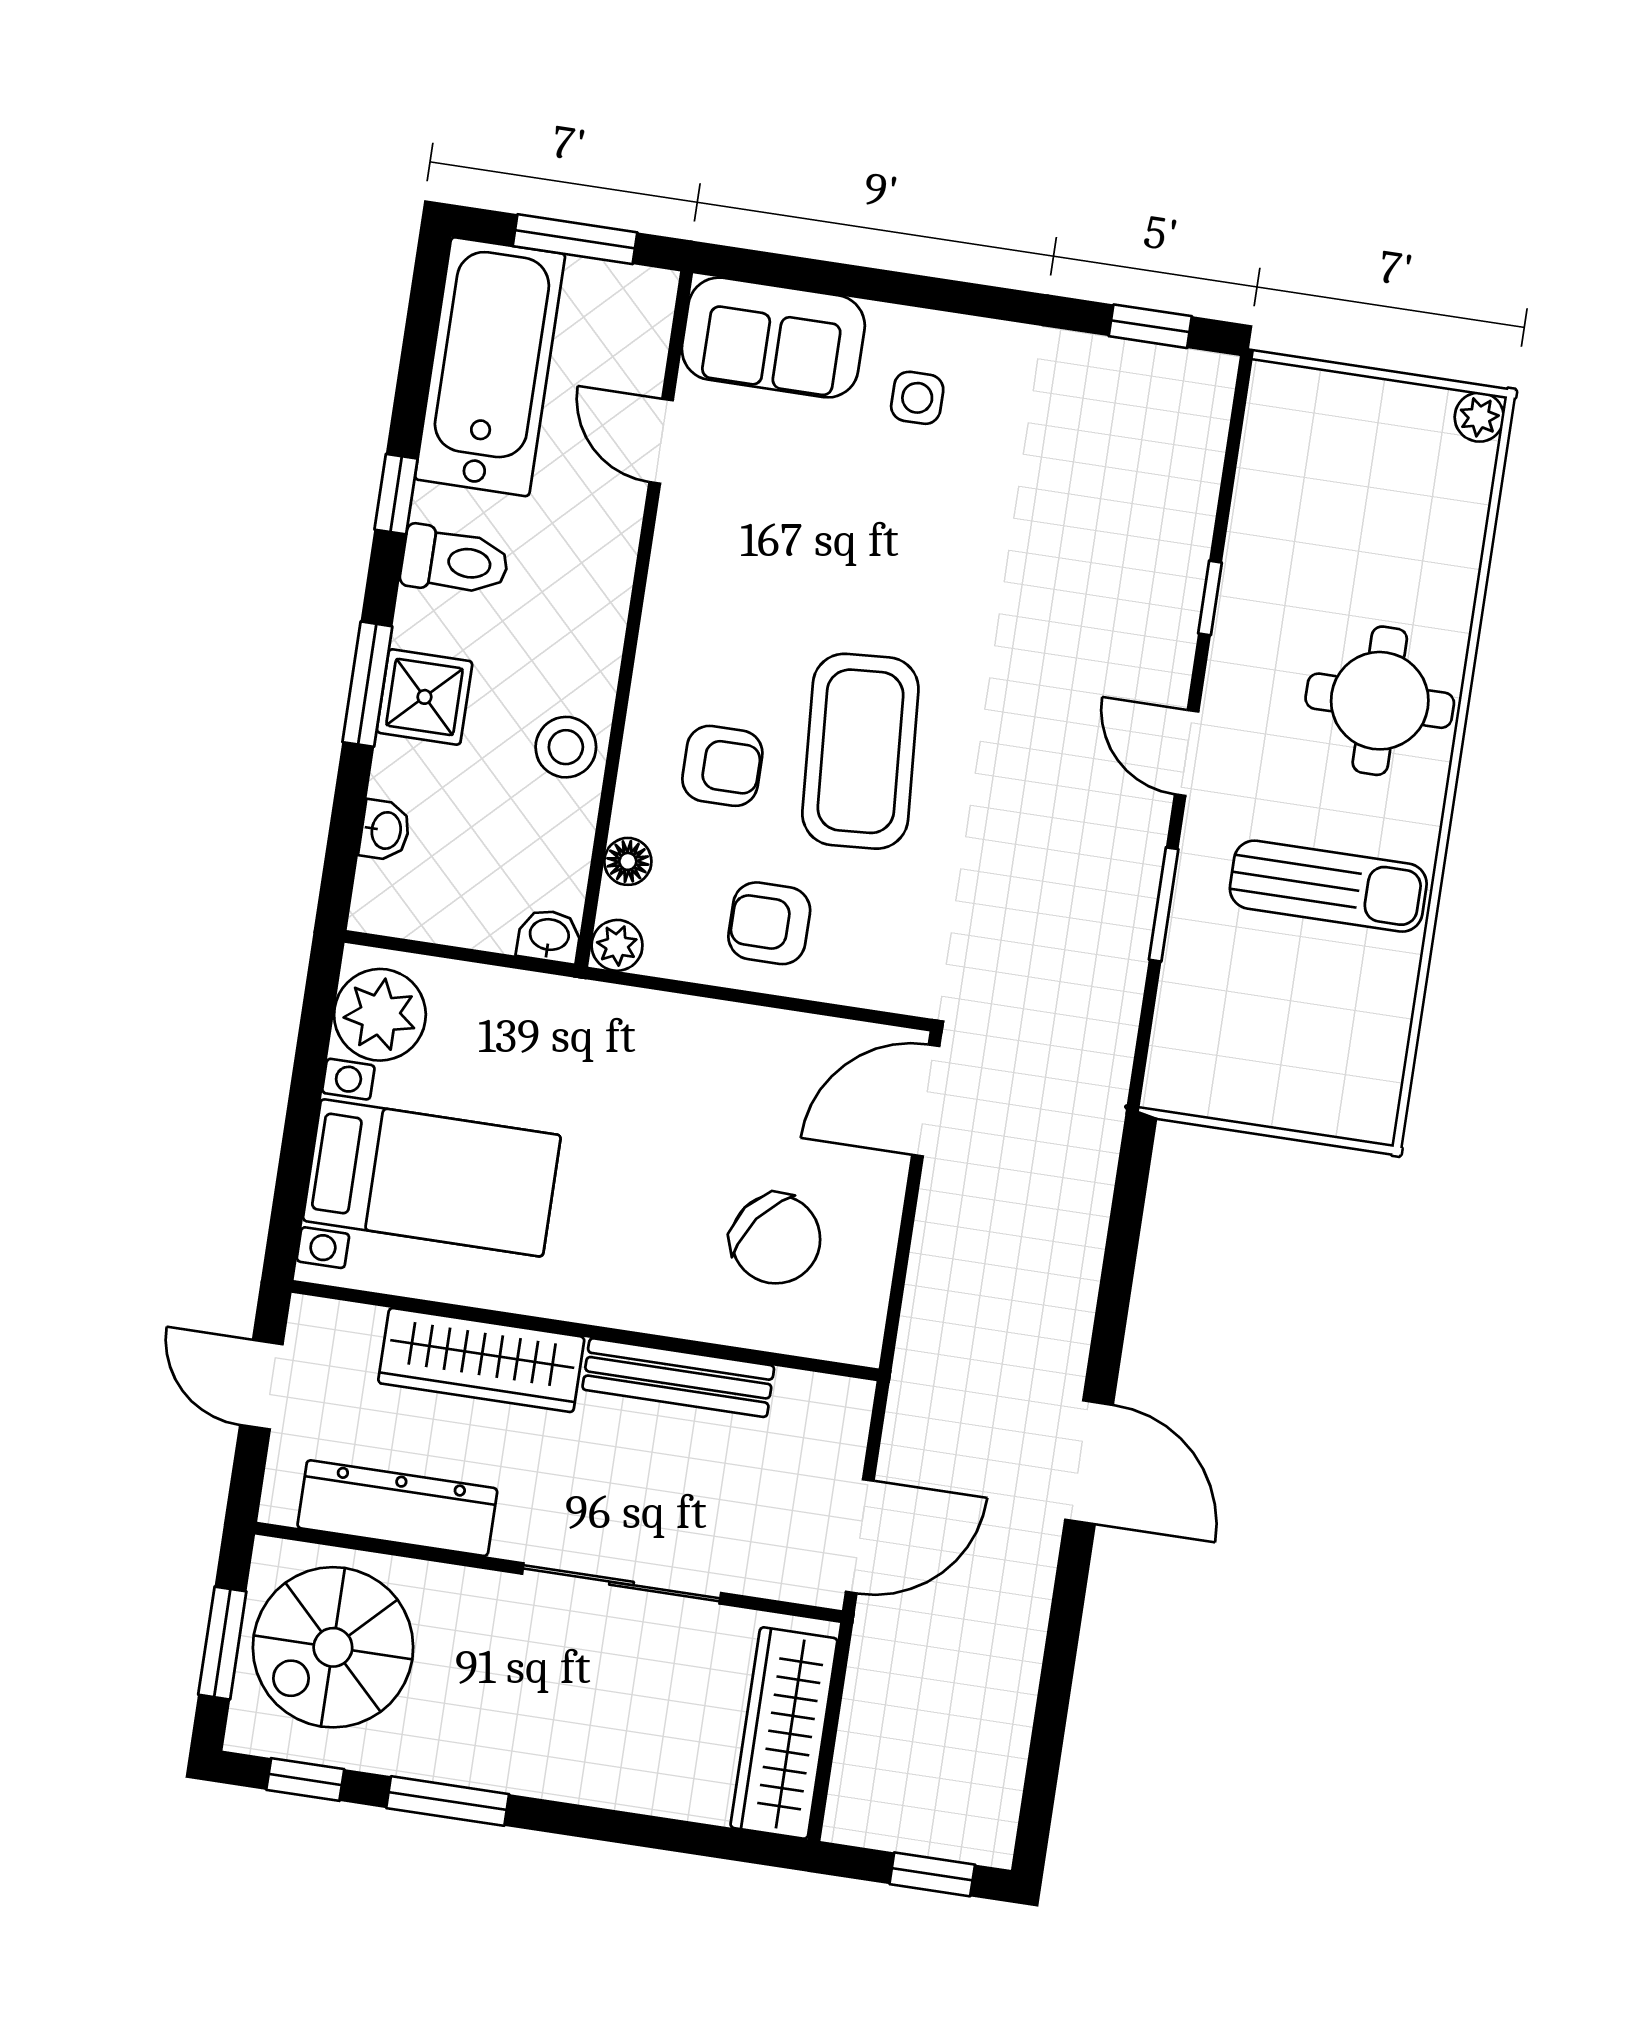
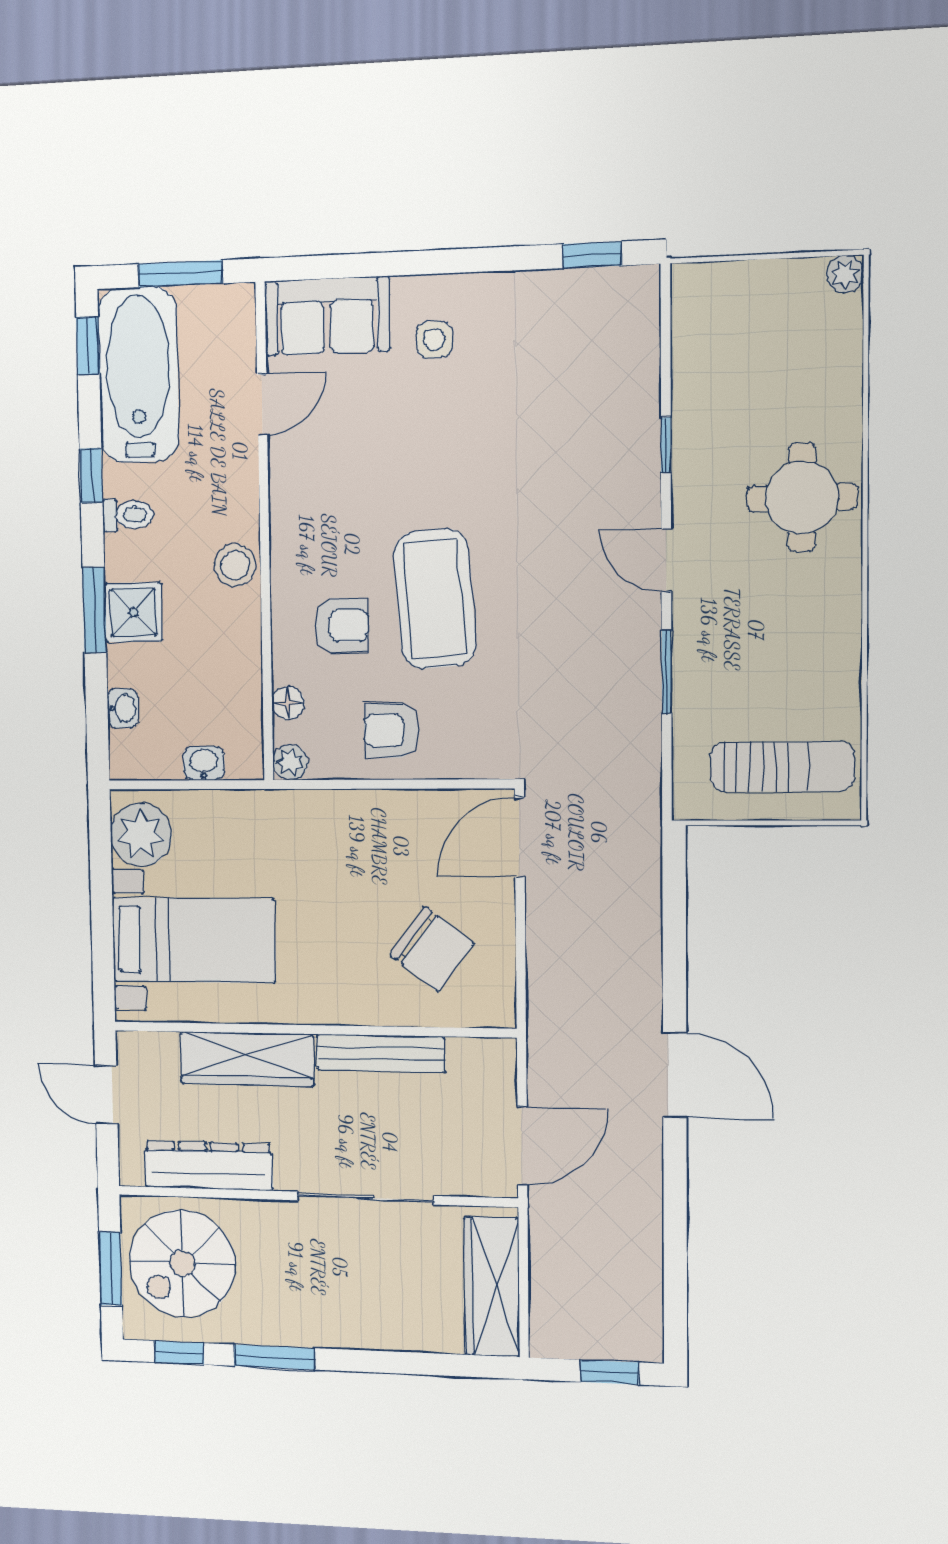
window: (424, 313) -> (88, 346), added
door: (661, 441) -> (262, 405), swing flipped
toilet: (455, 561) -> (128, 515), width x0.73, depth x0.72
stool: (566, 747) -> (235, 565), moved
sun lounger: (1328, 886) -> (782, 767), moved
washbasin: (549, 936) -> (204, 763), moved

